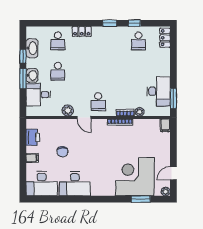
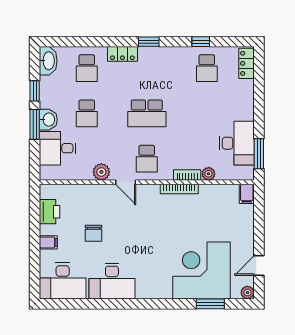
window: (110, 23) -> (149, 42), moved
washbasin: (32, 48) -> (48, 61), moved
school desk: (98, 71) -> (147, 113), added

